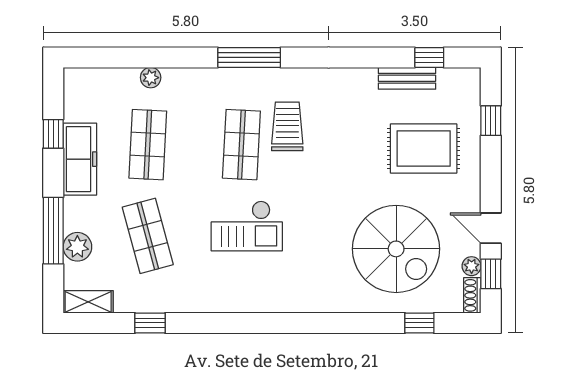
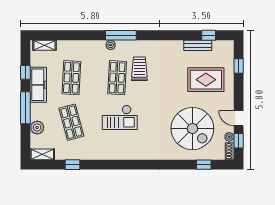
shelving: (93, 78) -> (44, 45), added
plant: (151, 78) -> (111, 45), moved
window: (53, 231) -> (25, 108), moved

